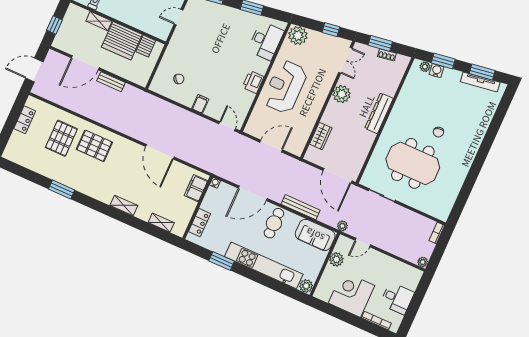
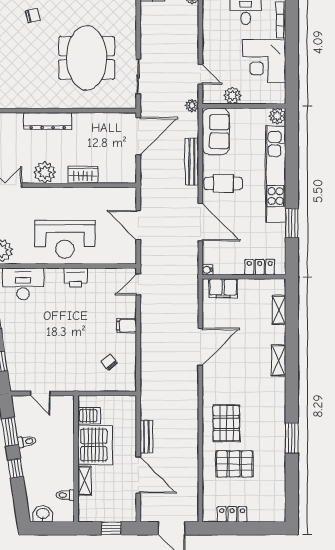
chair: (438, 132) -> (33, 16), moved
wardrobe: (321, 136) -> (83, 175), moved

